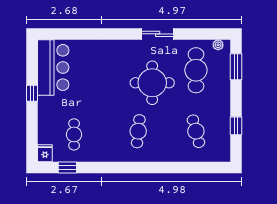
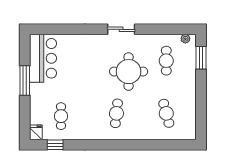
sliding door: (158, 34) -> (121, 29), moved
cafe table: (196, 70) -> (166, 61), width x0.73, depth x0.74
window: (32, 93) -> (25, 81), width x2.17
window: (236, 126) -> (201, 109), removed

